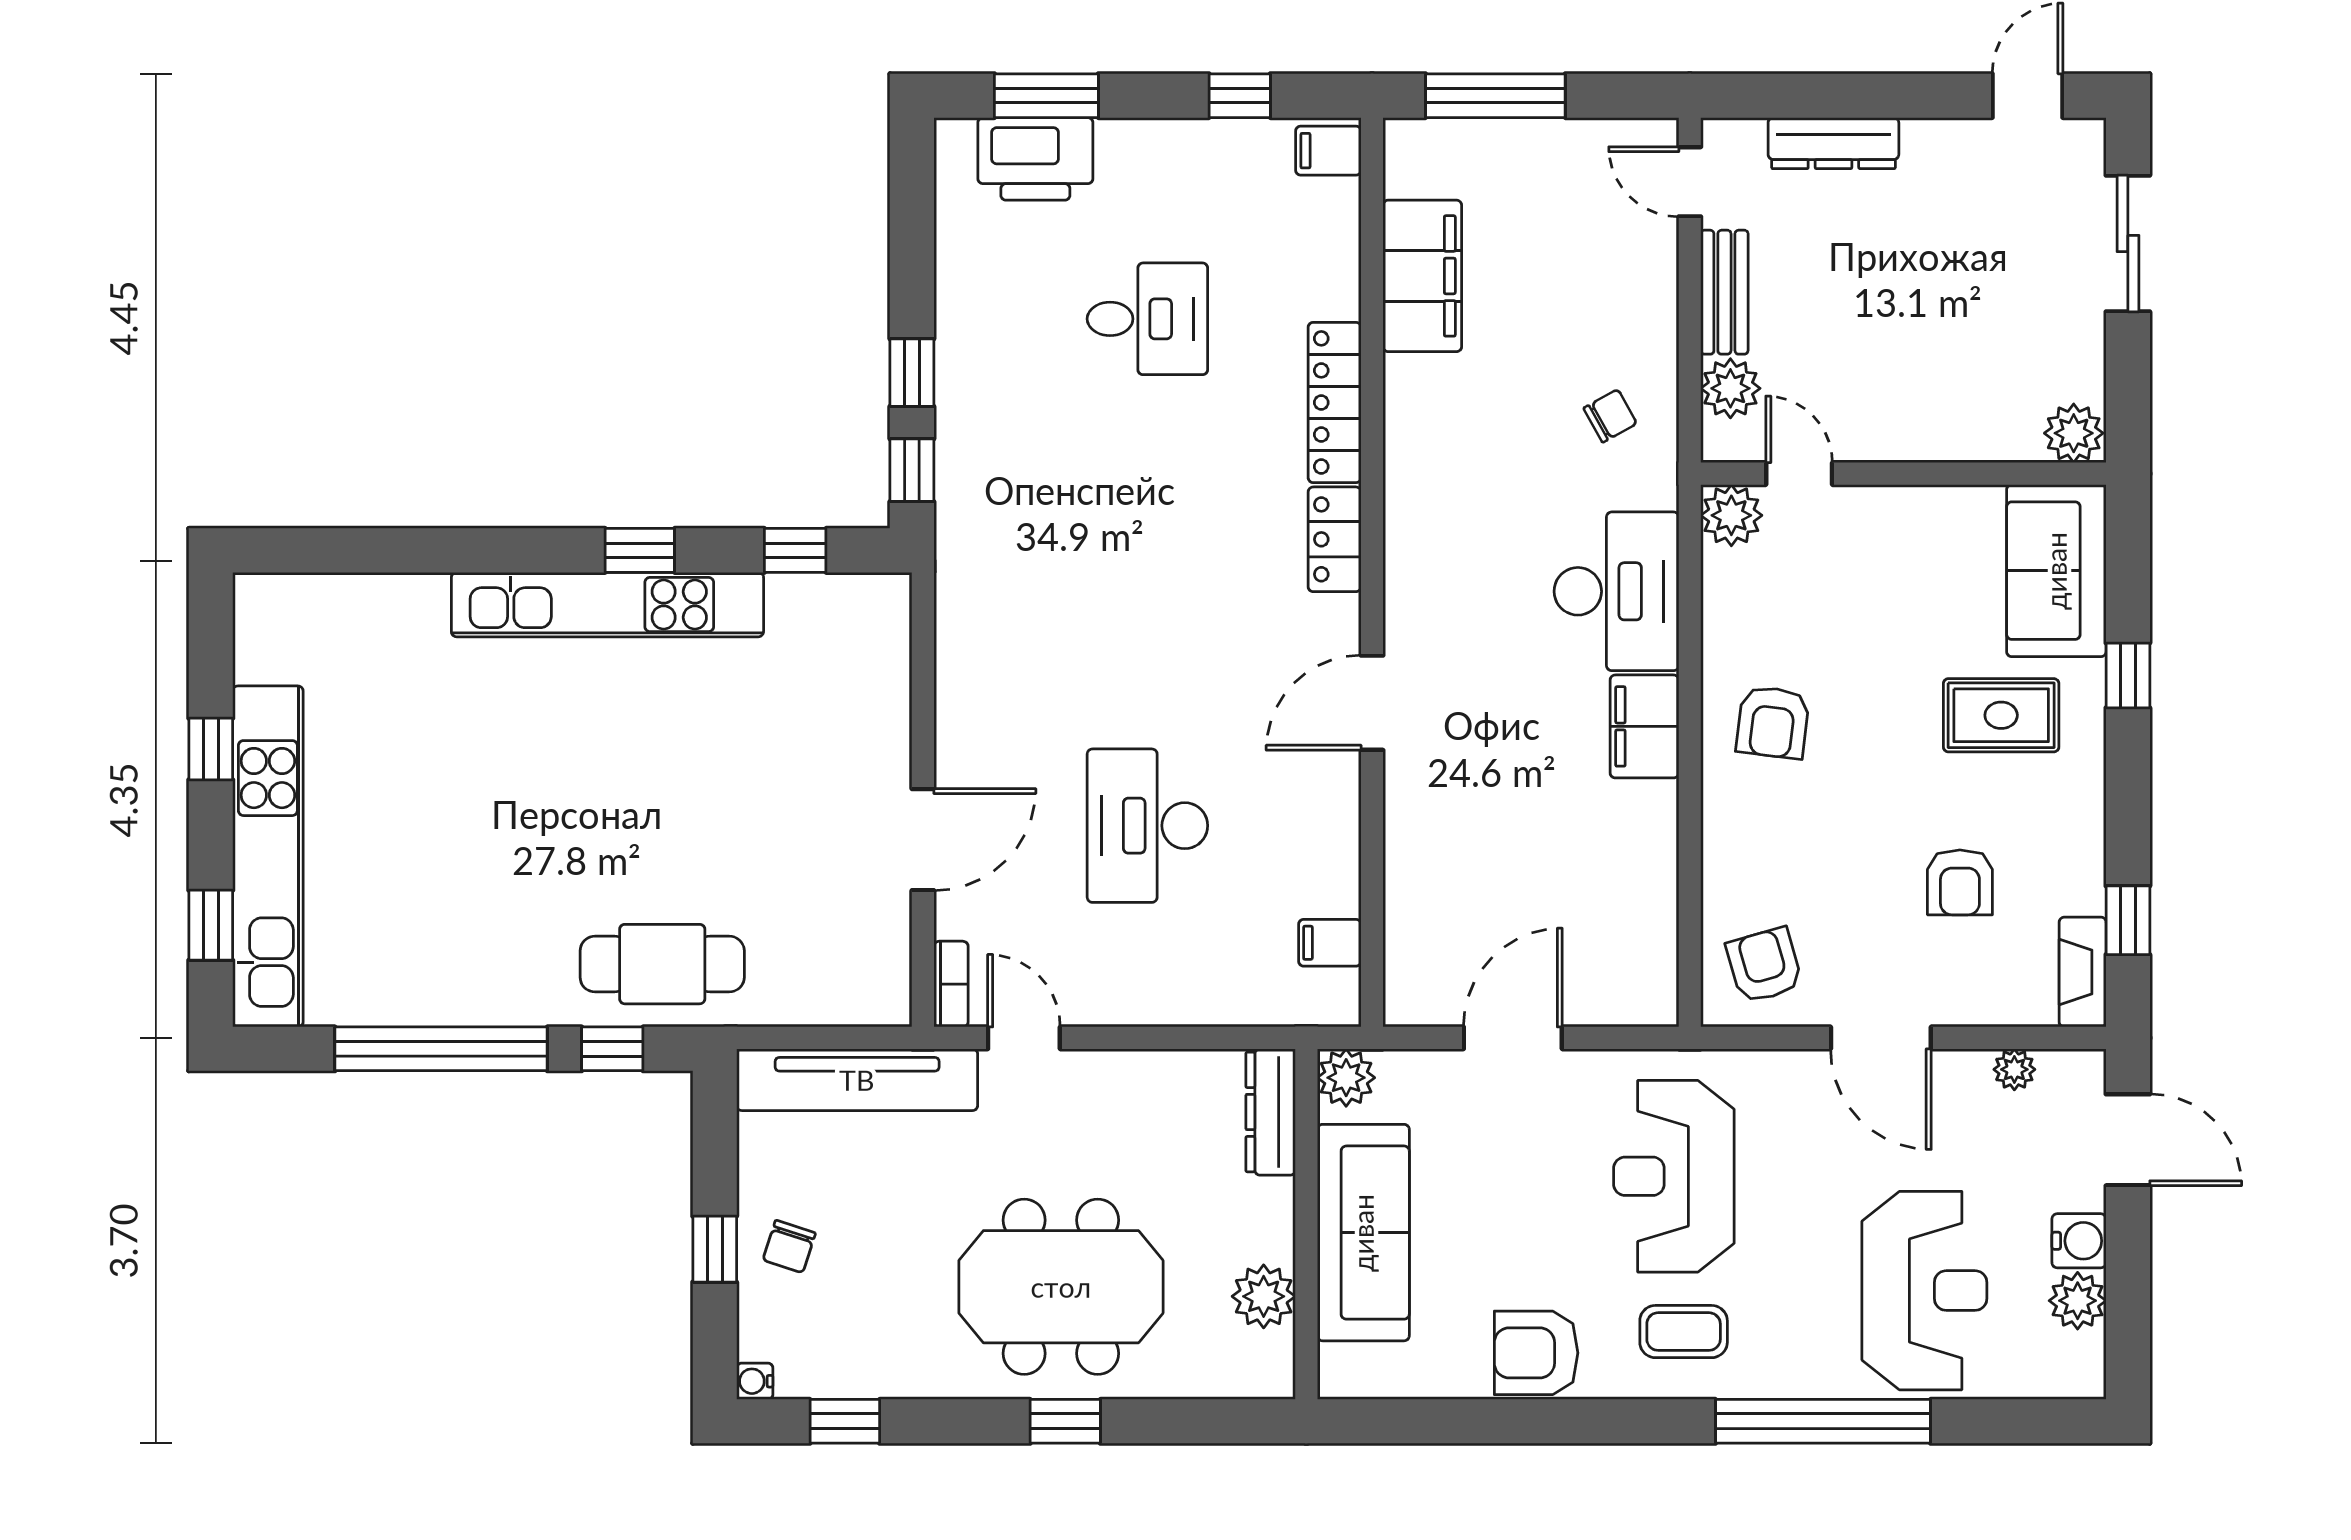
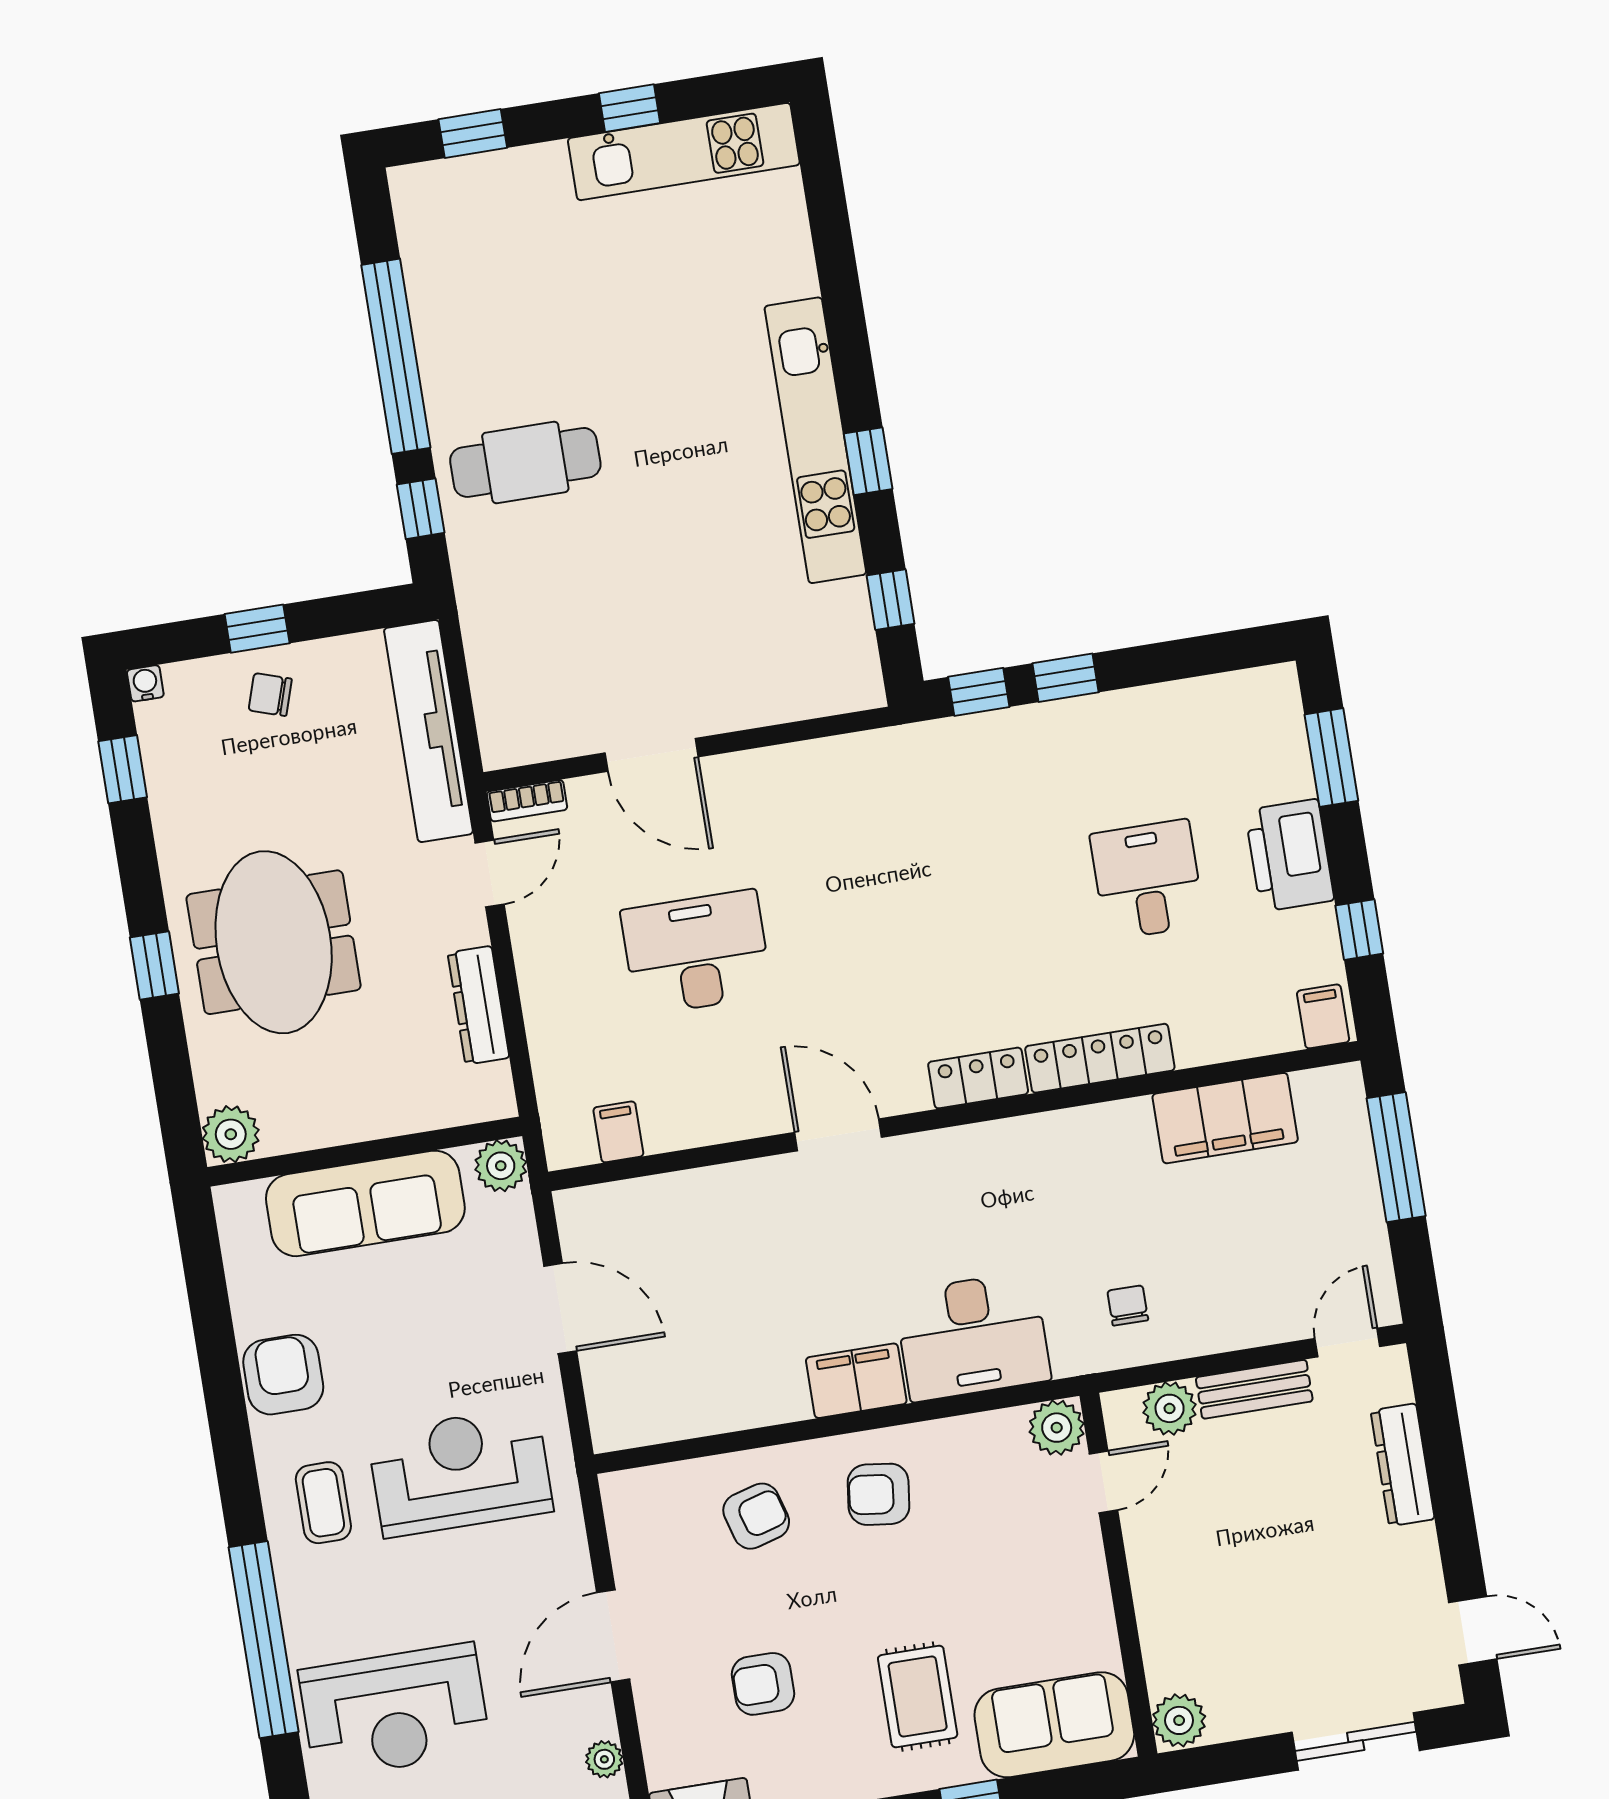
printer: (1035, 159) -> (1289, 855), moved
desk: (1147, 319) -> (1147, 880), turned 180
chair: (1610, 416) -> (1128, 1305), turned -151
kitchen unit: (268, 856) -> (684, 152), moved, width x0.73
cafe table: (662, 964) -> (525, 462), moved, turned 90
armchair: (1764, 965) -> (756, 1516), moved
dresser: (1271, 1112) -> (478, 1005), moved, turned -90
plant: (1264, 1296) -> (231, 1134), moved

